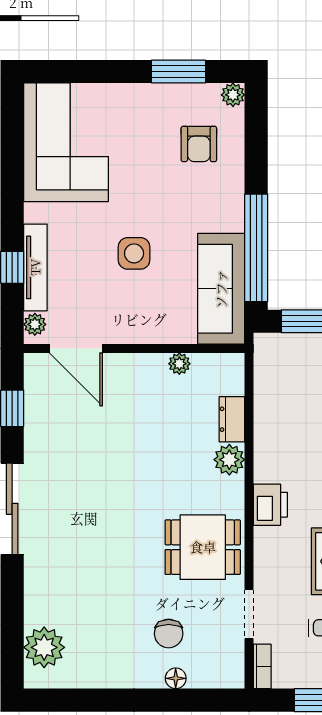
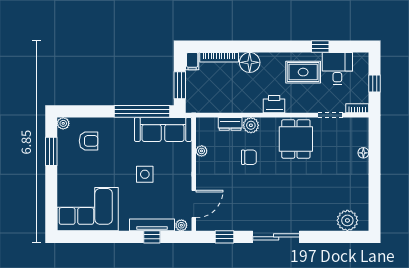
chair: (169, 634) -> (249, 157), moved

